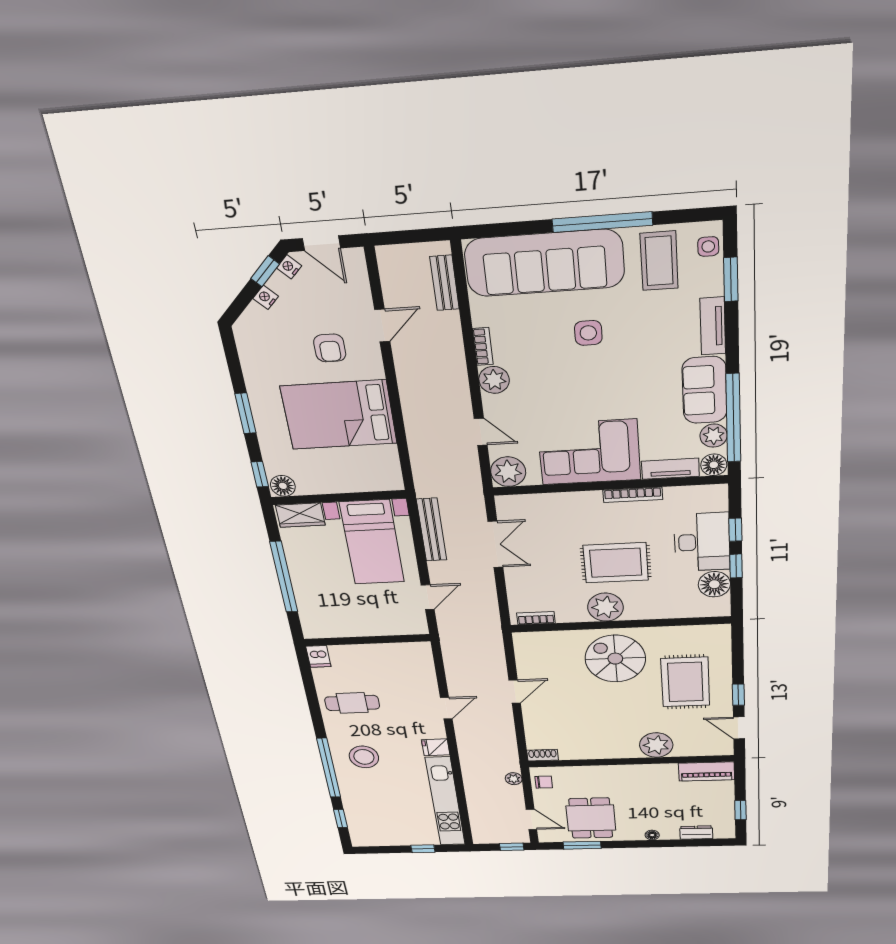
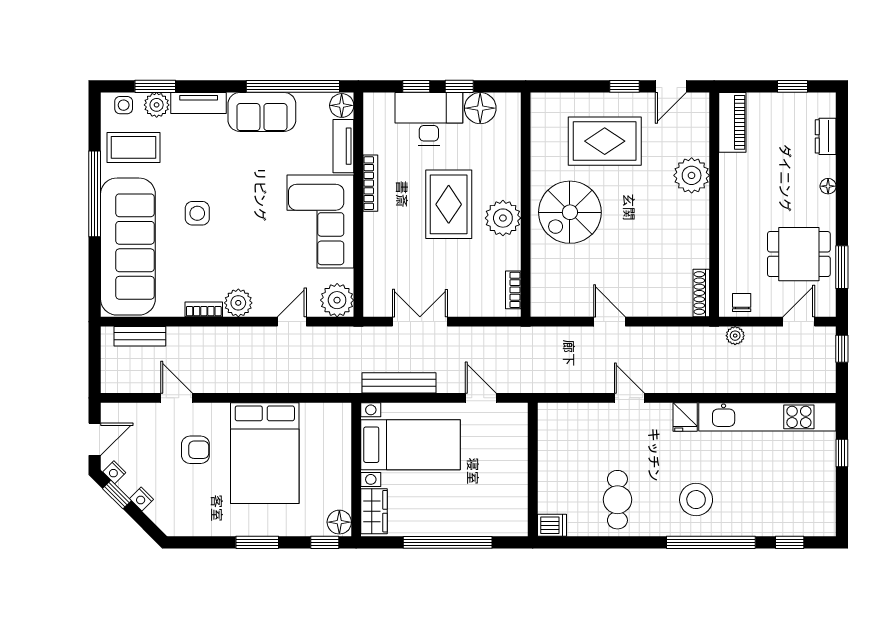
plant: (714, 436) -> (157, 105), moved
shoe rack: (543, 755) -> (701, 293), width x1.43

